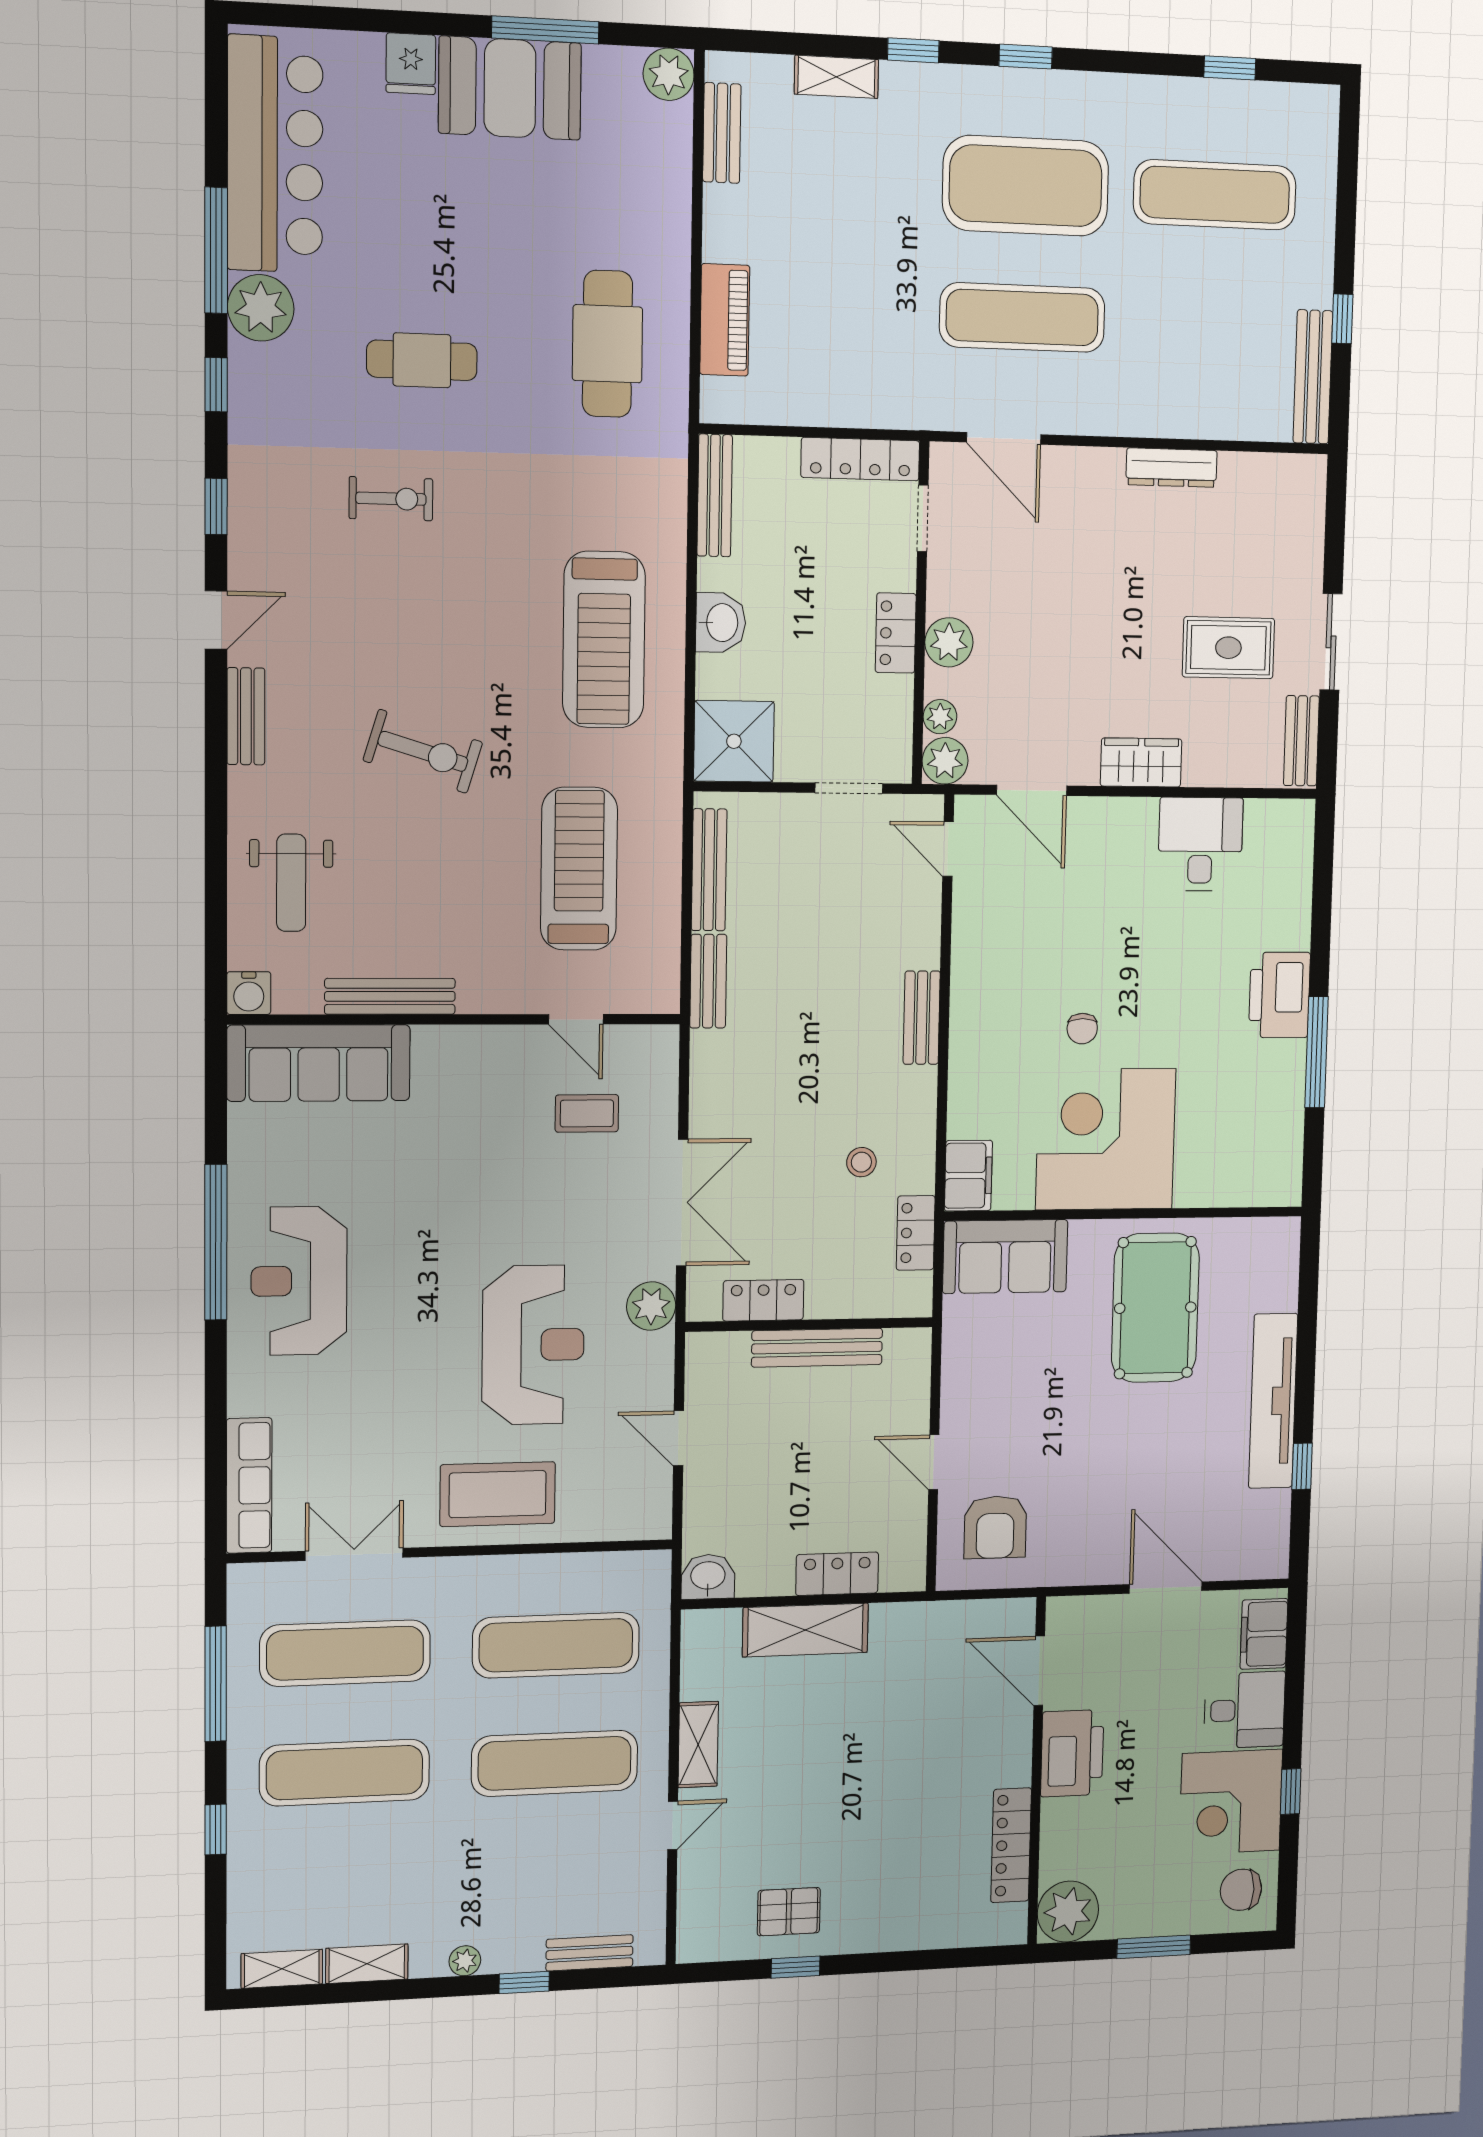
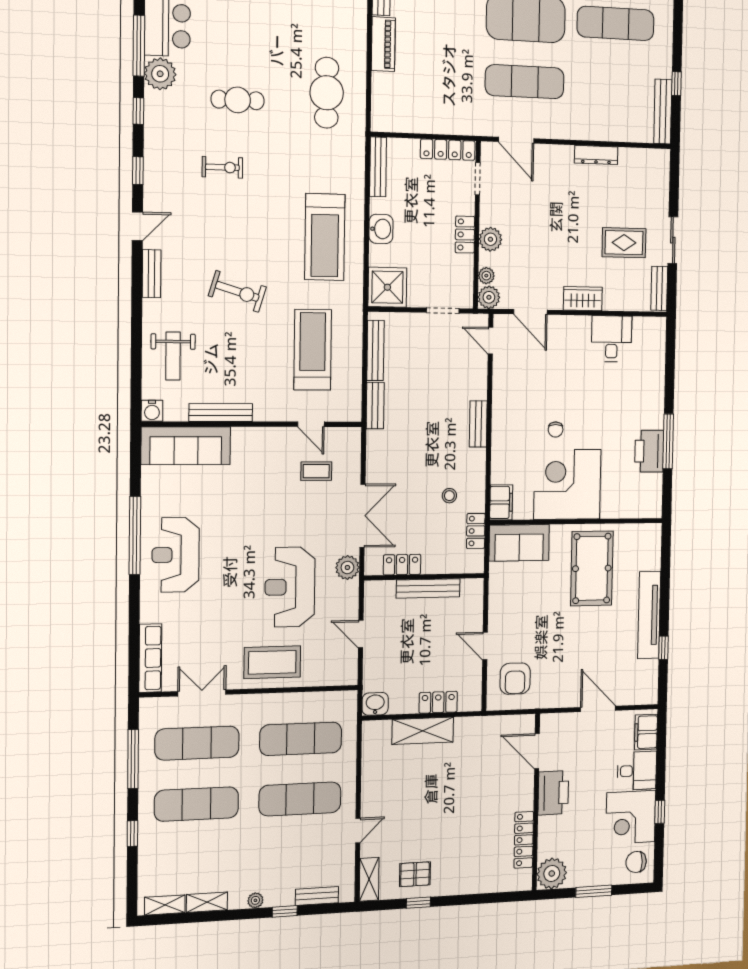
piano: (725, 320) -> (383, 44), moved
printer: (1279, 995) -> (649, 451), moved
reception desk: (533, 1345) -> (290, 587), turned 180
shelving: (698, 1745) -> (369, 879), moved

